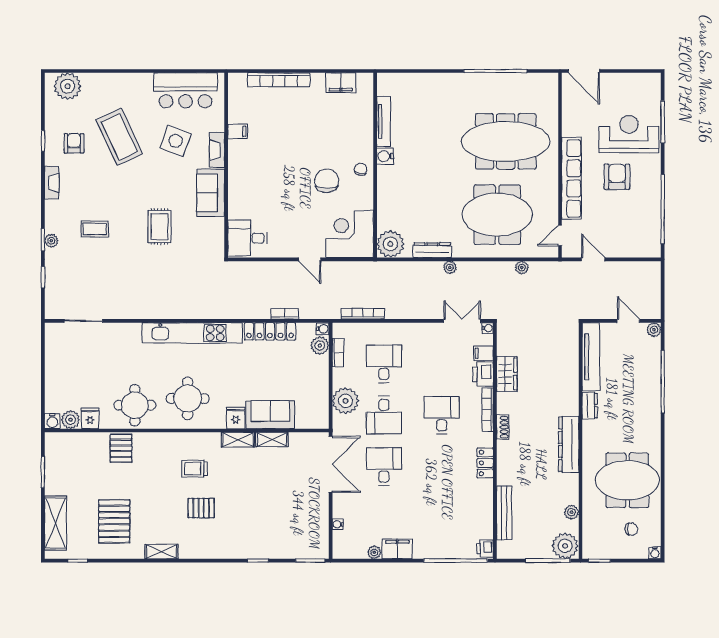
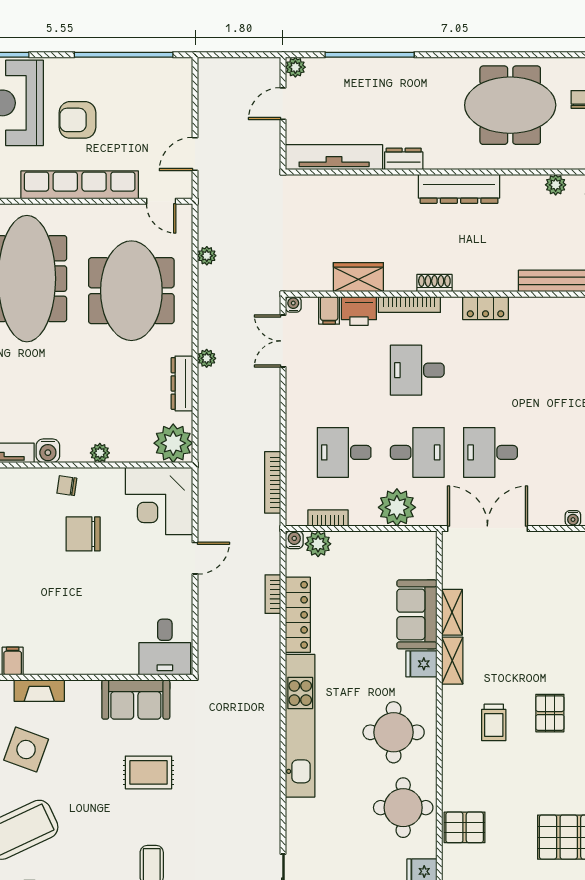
sofa: (211, 193) -> (136, 700), moved
plant: (384, 193) -> (100, 453), added
meeting table: (627, 480) -> (510, 105), turned 90

